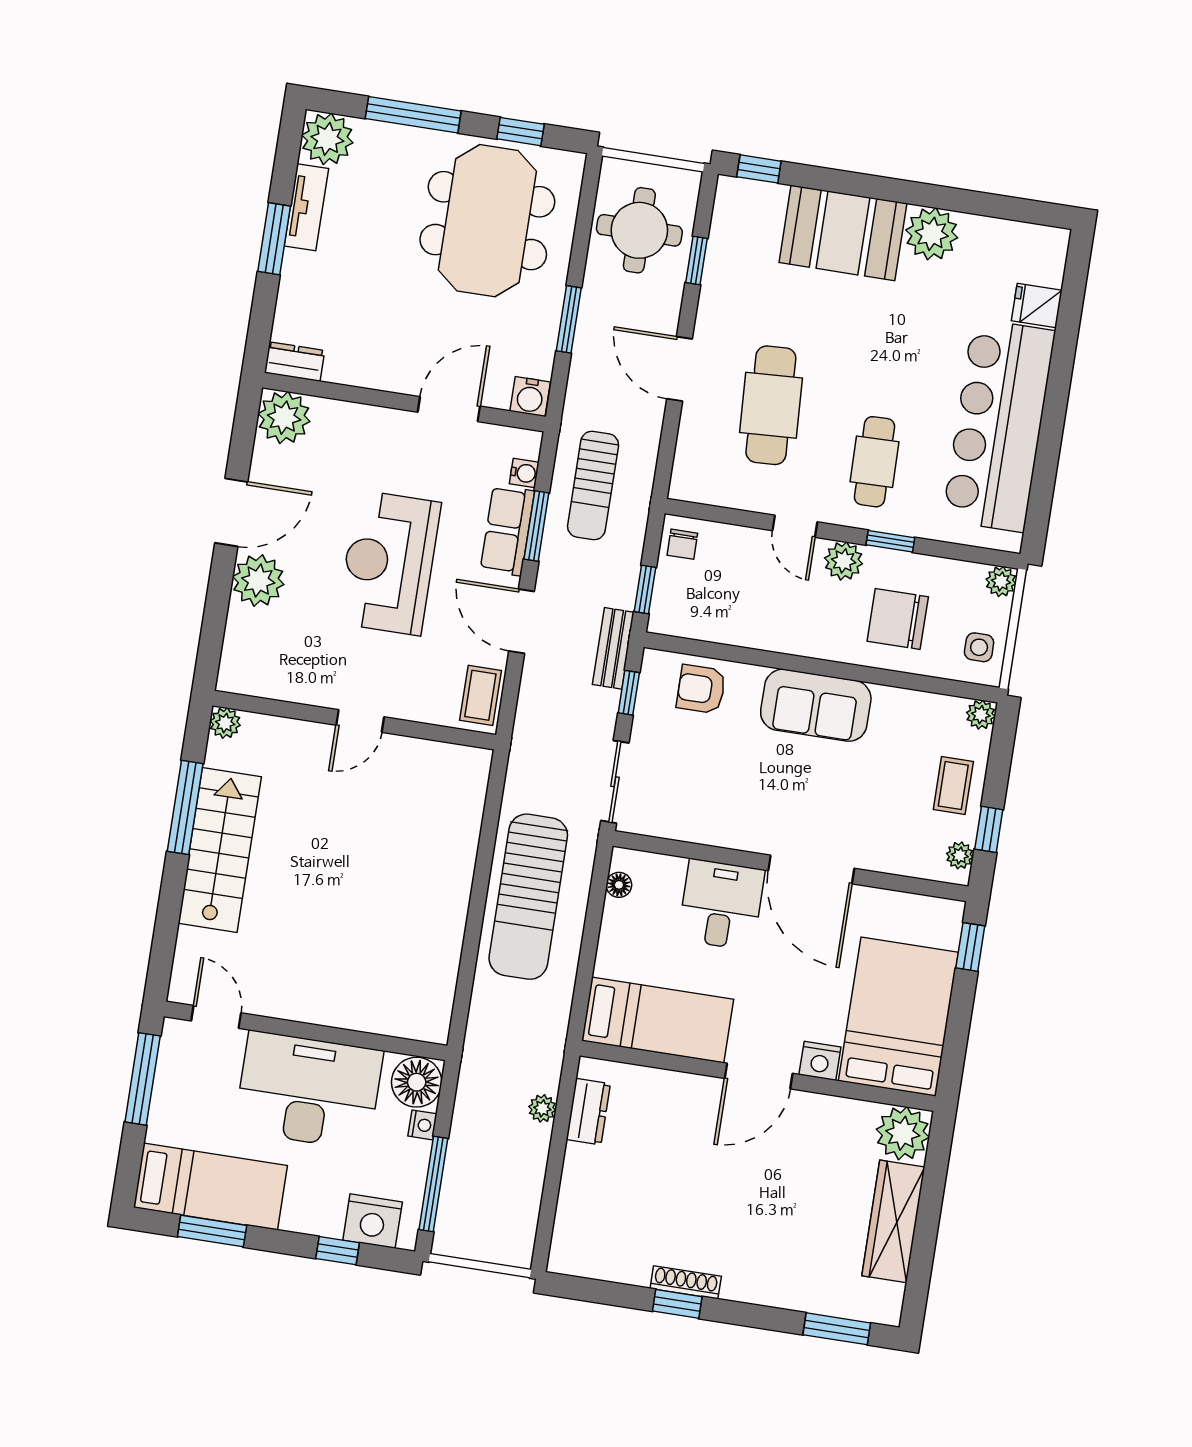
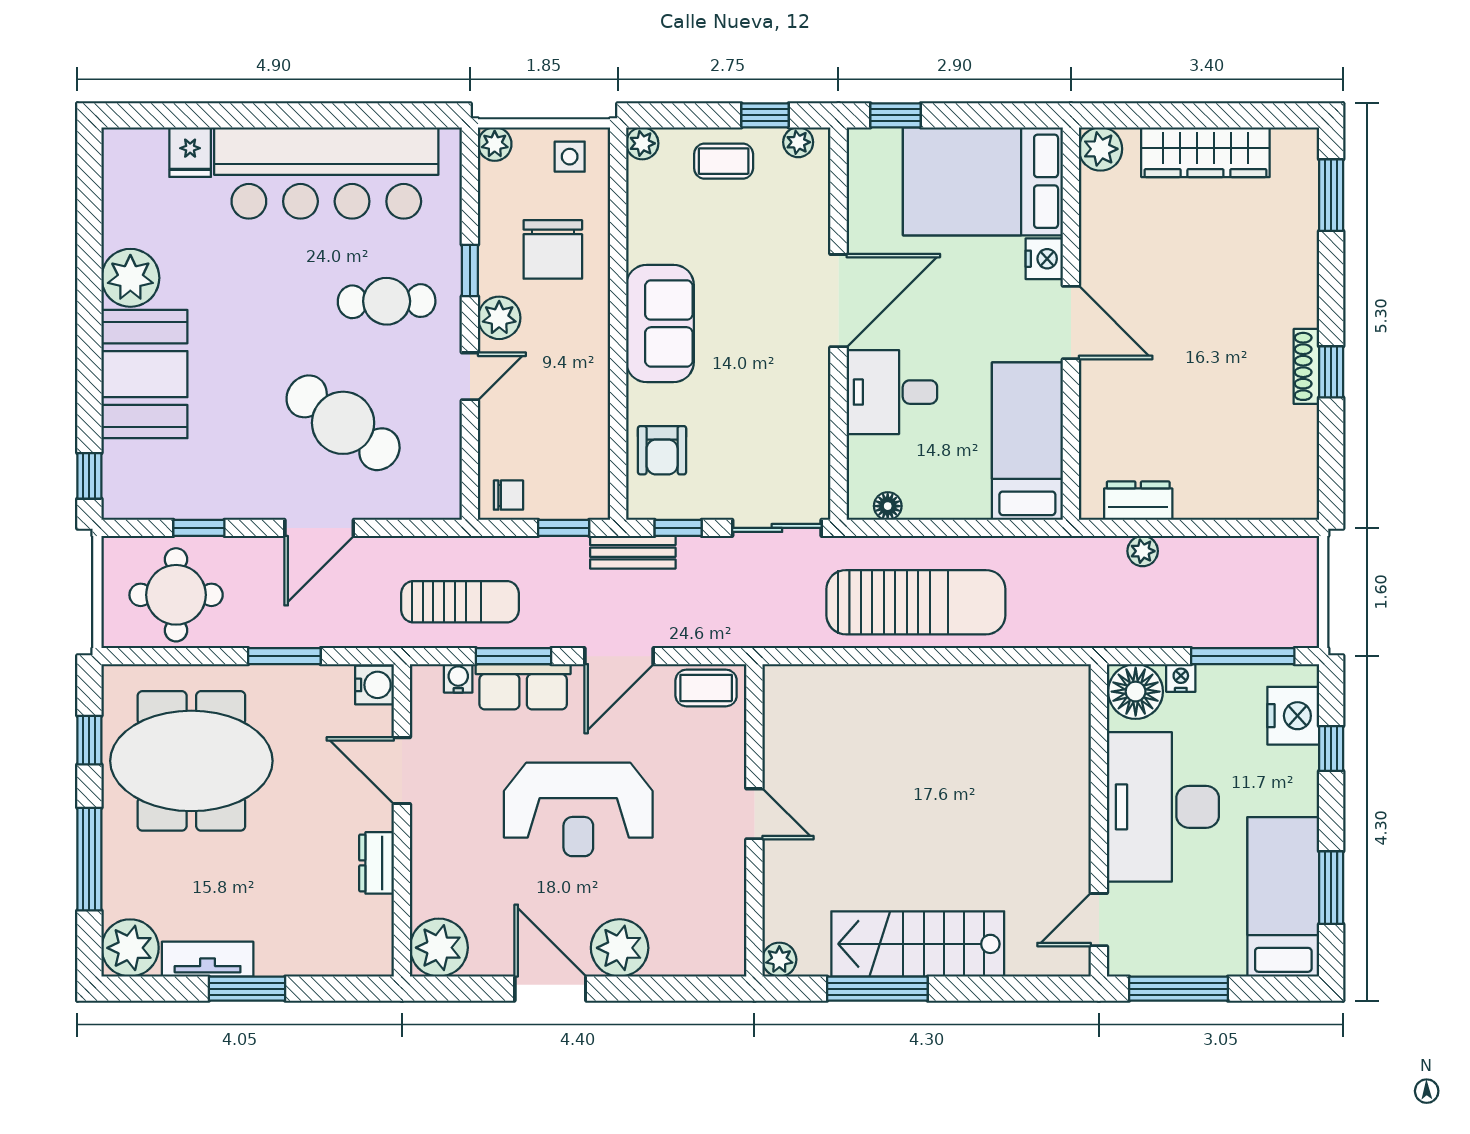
dresser: (294, 362) -> (377, 863), moved
cafe table: (771, 405) -> (343, 423), turned 39
plant: (903, 1133) -> (1101, 149), width x0.73, depth x0.73

